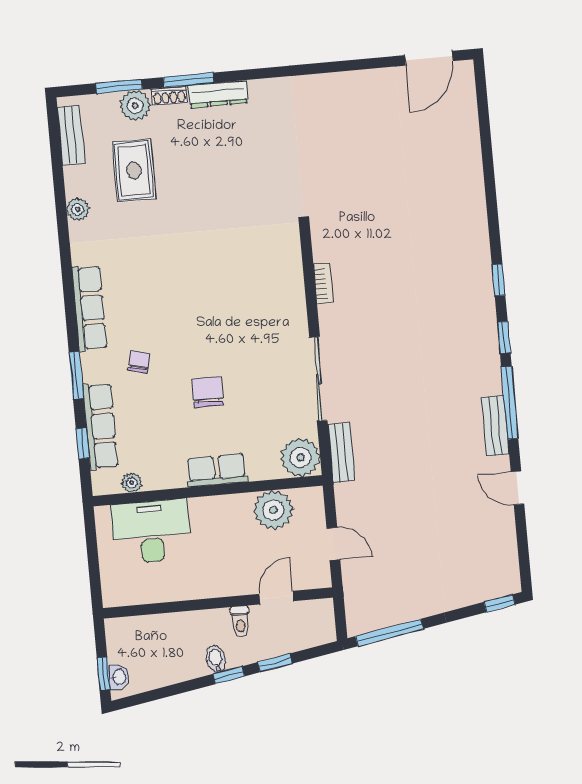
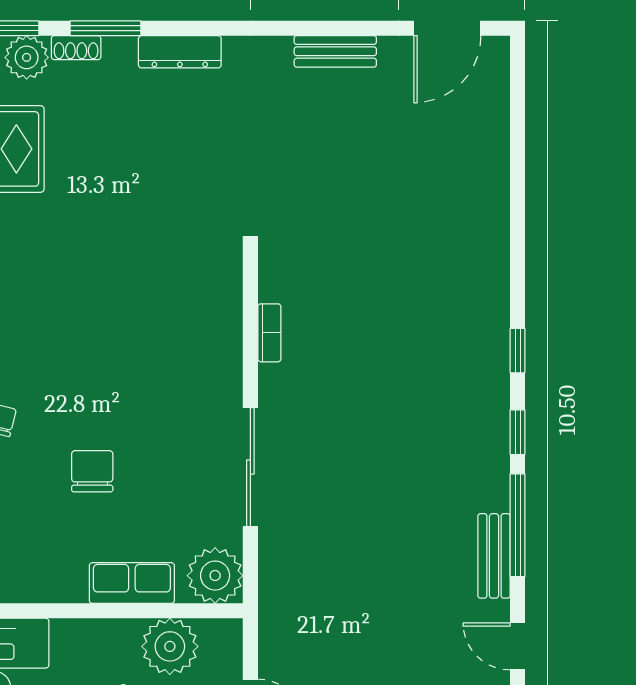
dresser: (218, 94) -> (180, 52), moved
bench: (341, 452) -> (335, 51), moved, turned 90
row of seats: (217, 470) -> (132, 583), moved

